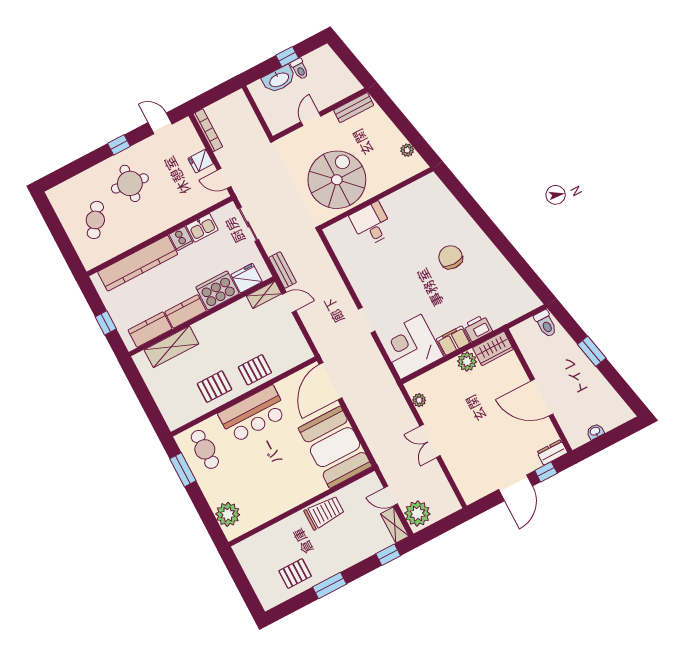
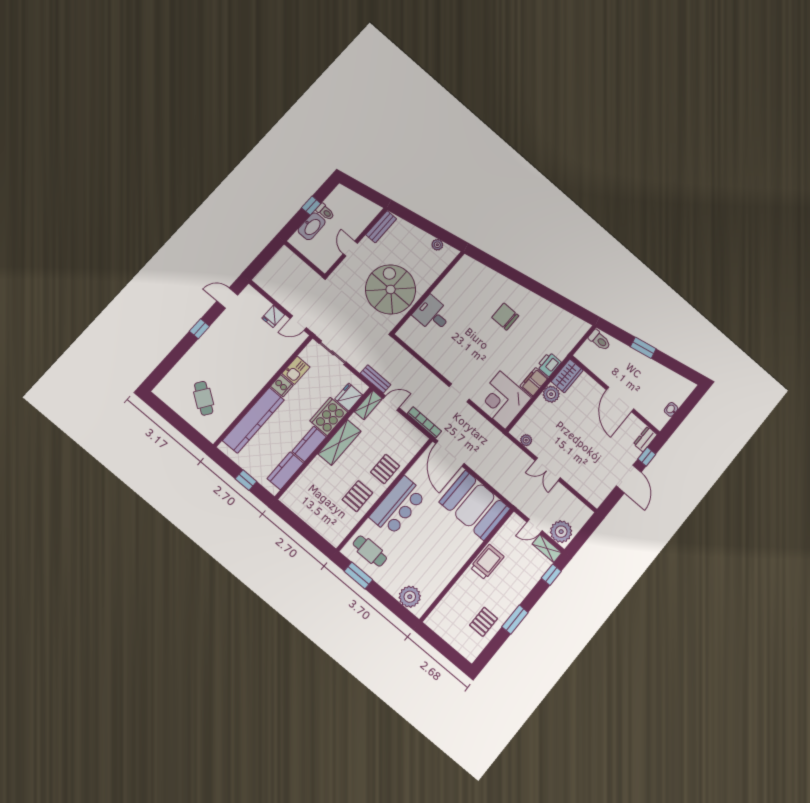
bookcase: (208, 130) -> (424, 422), moved
round table: (130, 183) -> (221, 357), removed
shelving: (171, 347) -> (339, 442), moved
door: (542, 398) -> (620, 399), hinge flipped

